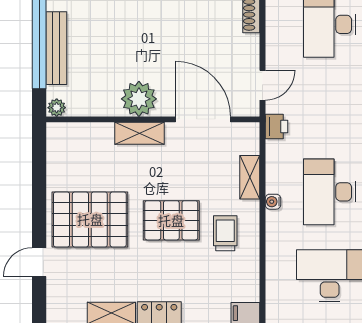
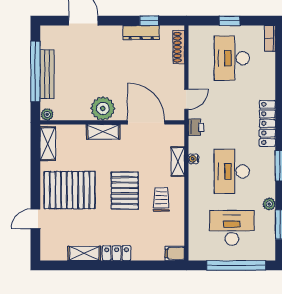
shelving: (58, 151) -> (48, 144), added
water cooler: (273, 202) -> (193, 159), moved
pallet: (171, 220) -> (125, 191), turned 90

